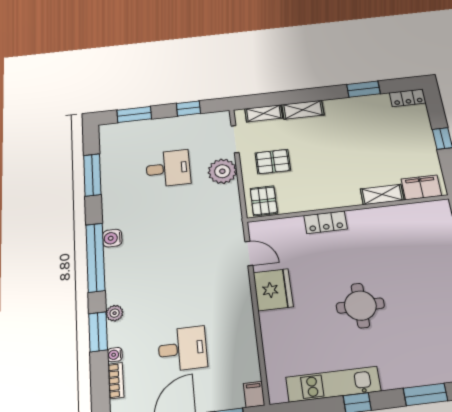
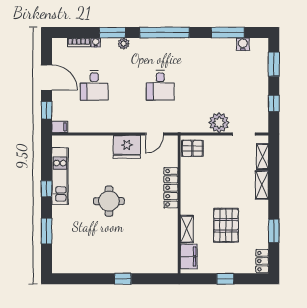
pallet: (273, 162) -> (226, 225), moved, width x1.50, depth x1.42
desk: (168, 168) -> (160, 85), moved
locker: (326, 222) -> (171, 188), width x1.53
water cooler: (112, 238) -> (243, 44), moved

